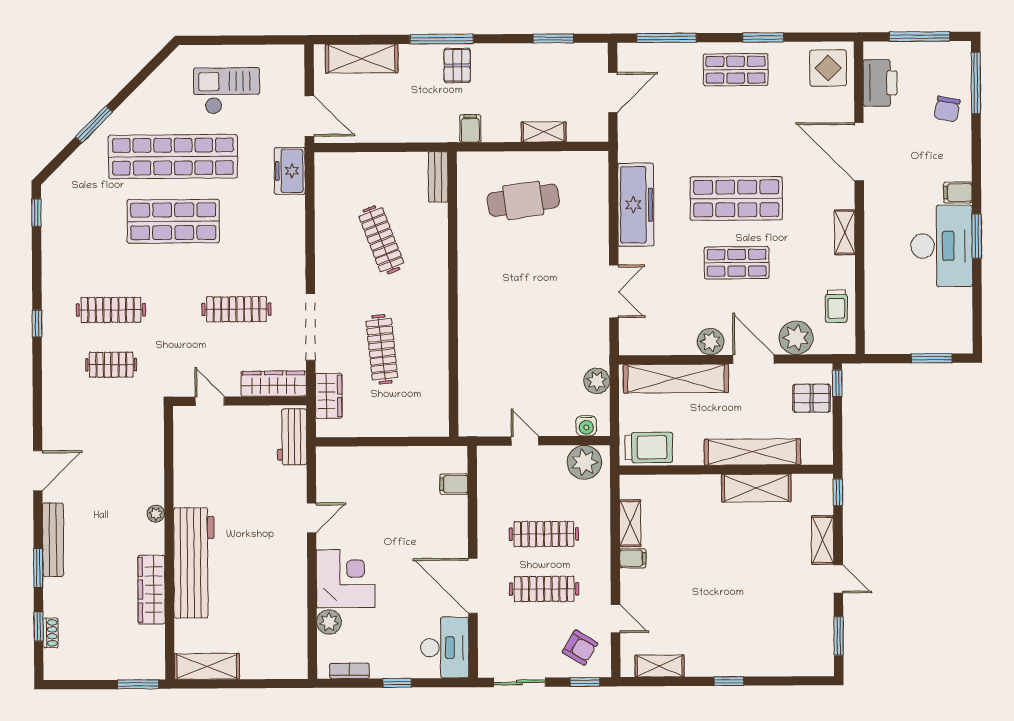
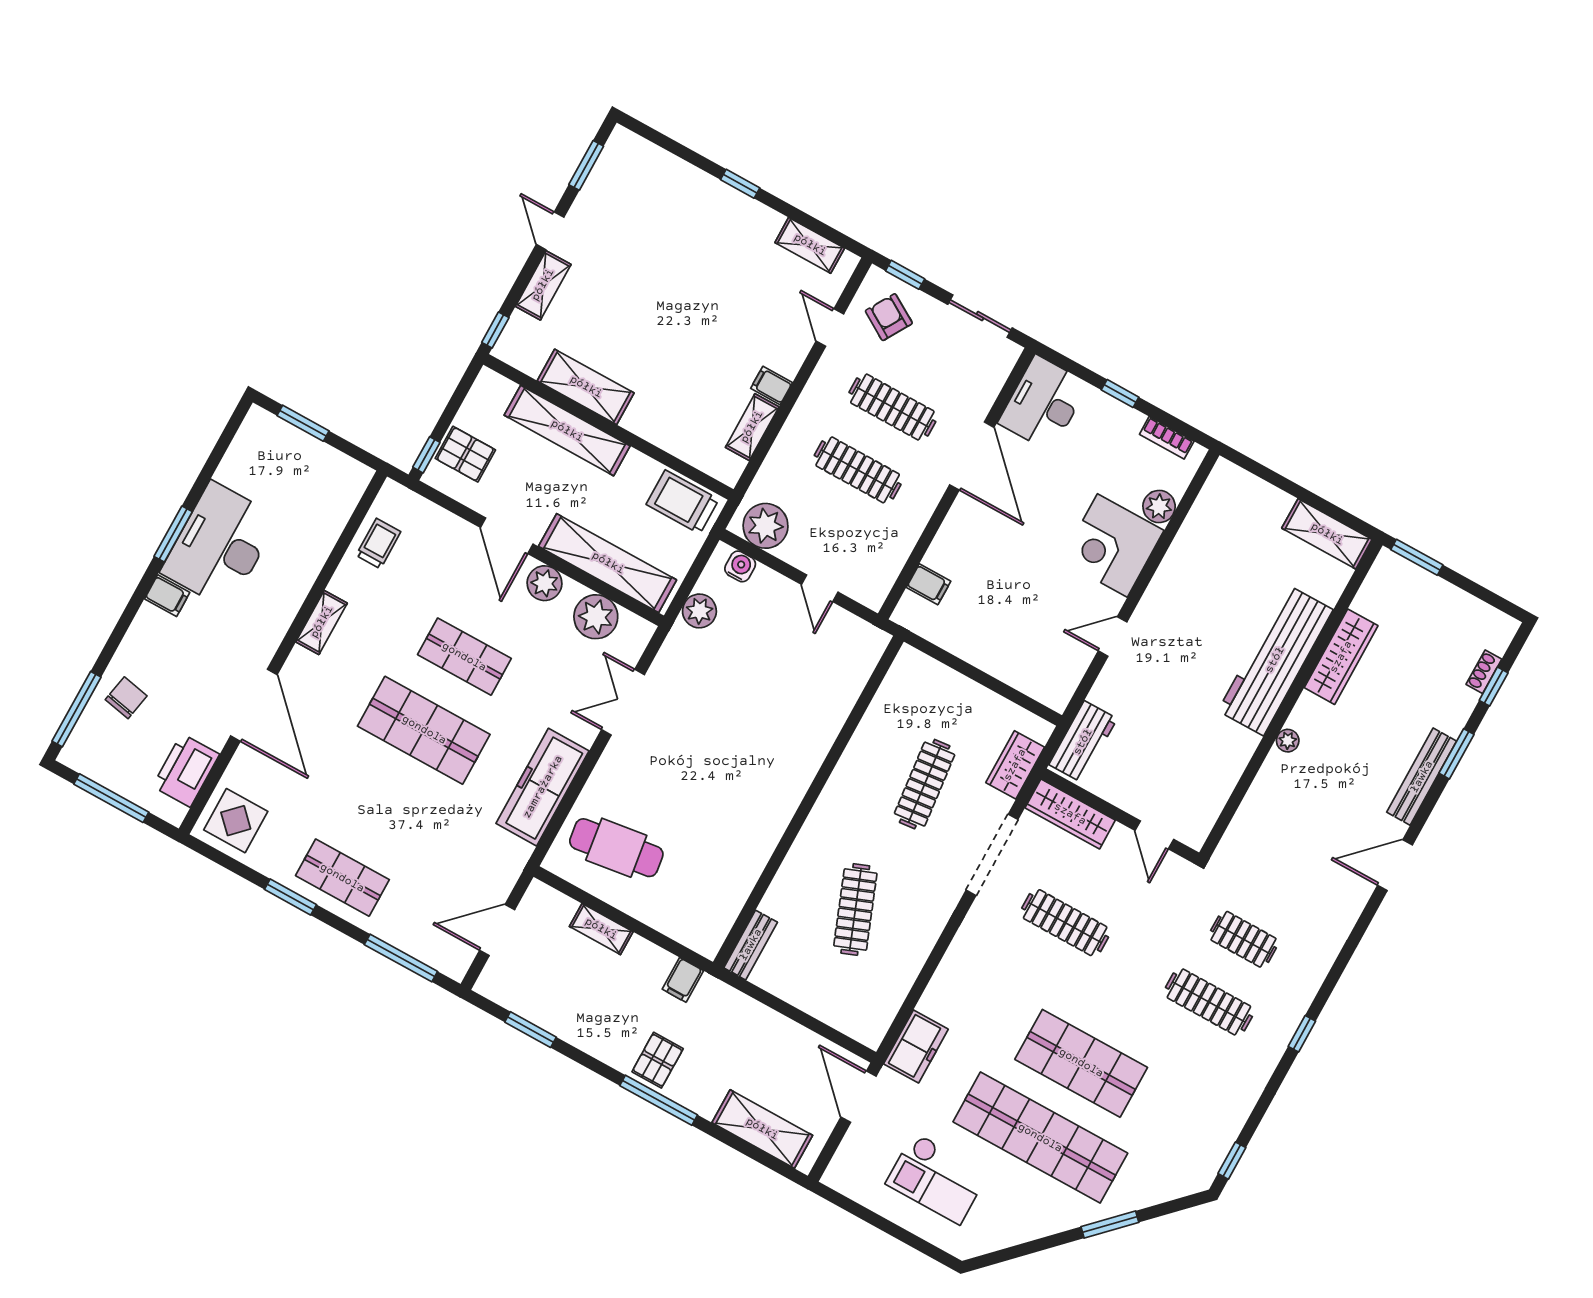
cafe table: (523, 200) -> (616, 848), moved
plant: (796, 338) -> (596, 617), moved

